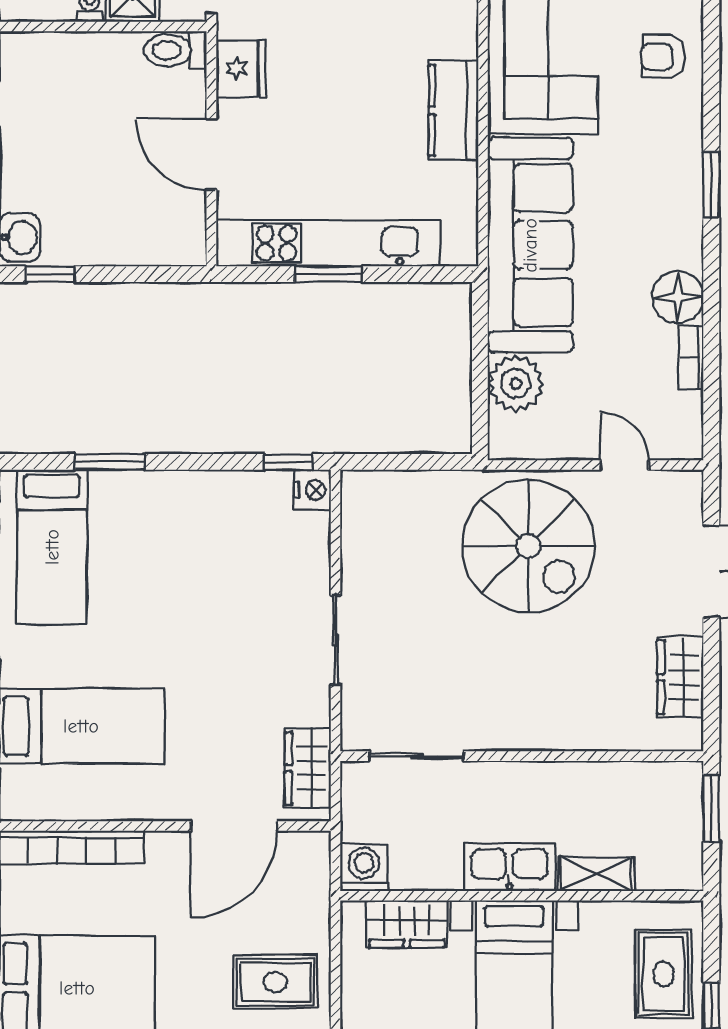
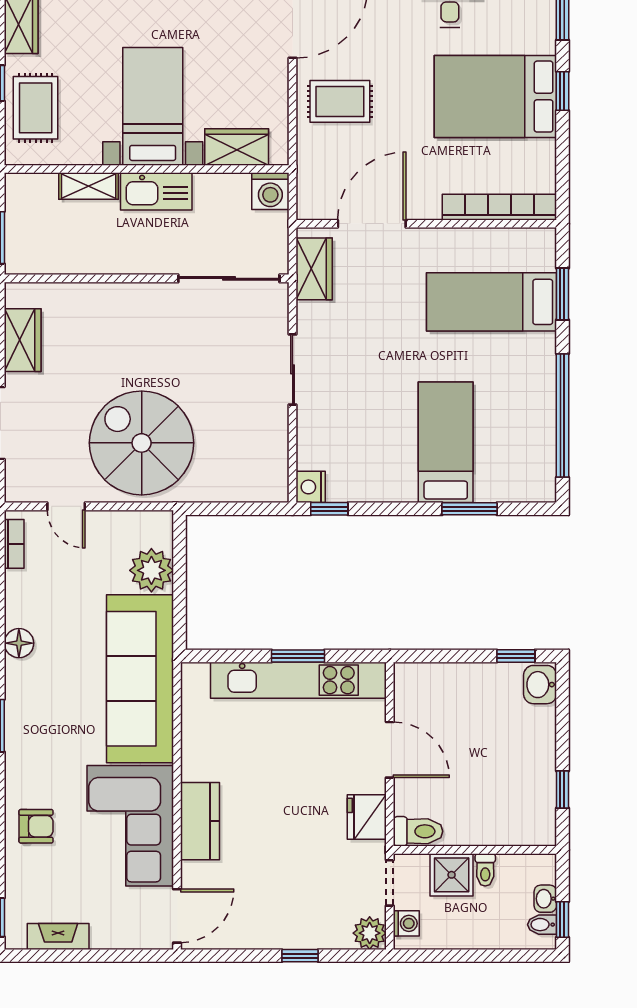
kitchen counter: (454, 110) -> (200, 821), moved
floor lamp: (678, 297) -> (19, 643), width x0.73, depth x0.73
bookcase: (691, 358) -> (14, 544), moved
bed: (52, 547) -> (446, 442), moved
sliding door: (417, 756) -> (229, 278), width x1.37

